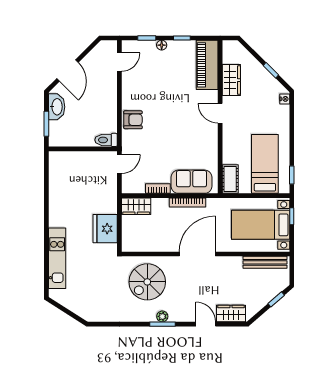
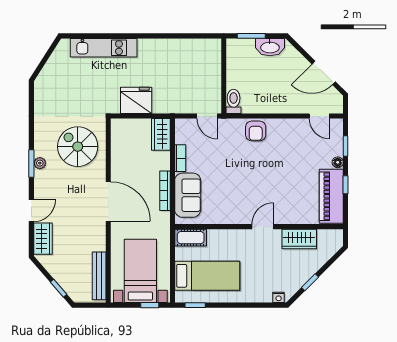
piano: (207, 65) -> (331, 196), moved, turned -90
door: (68, 70) -> (324, 73), moved

